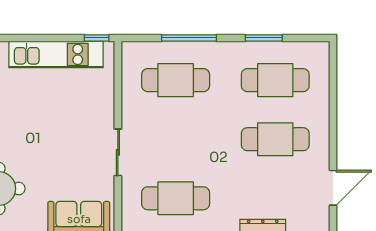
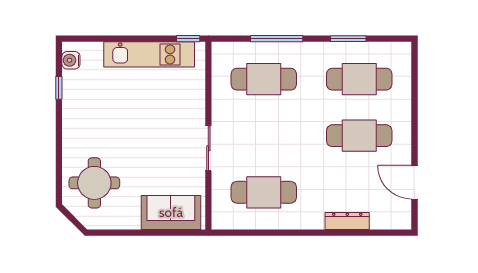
door: (333, 188) -> (415, 182), swing flipped

